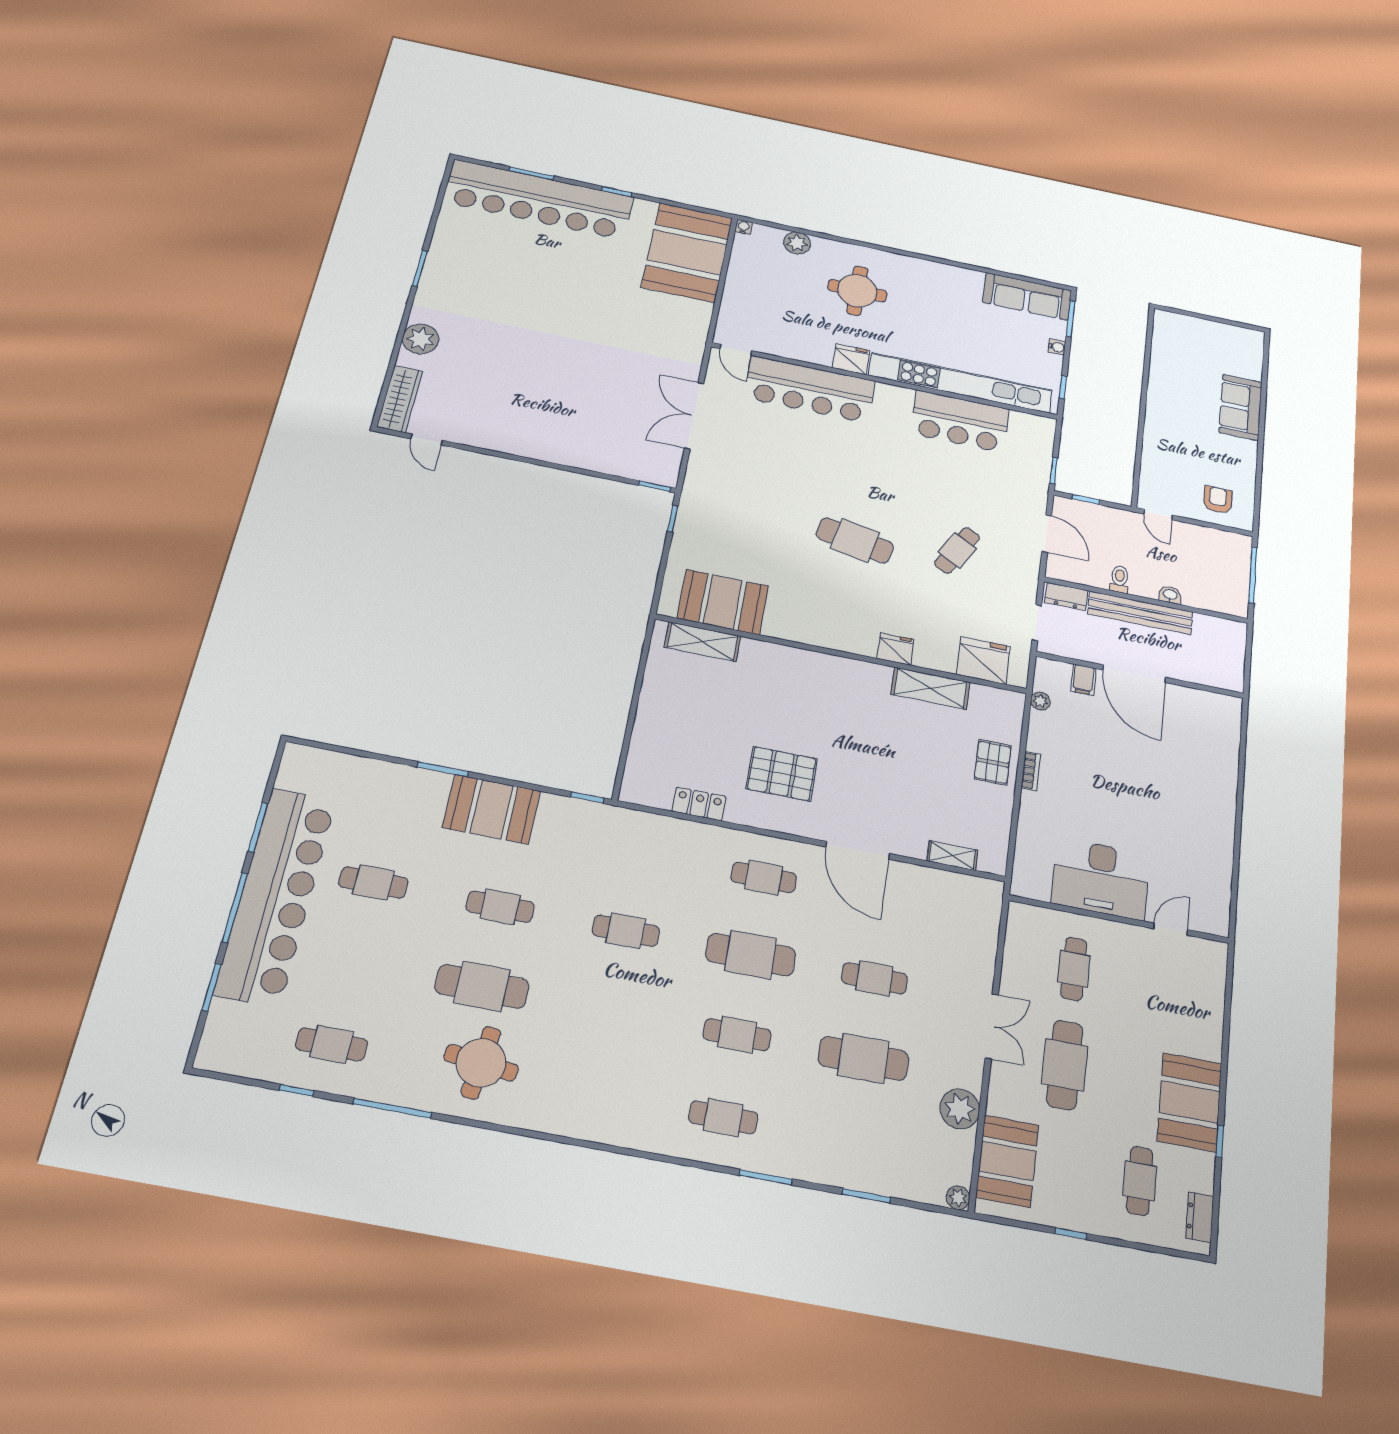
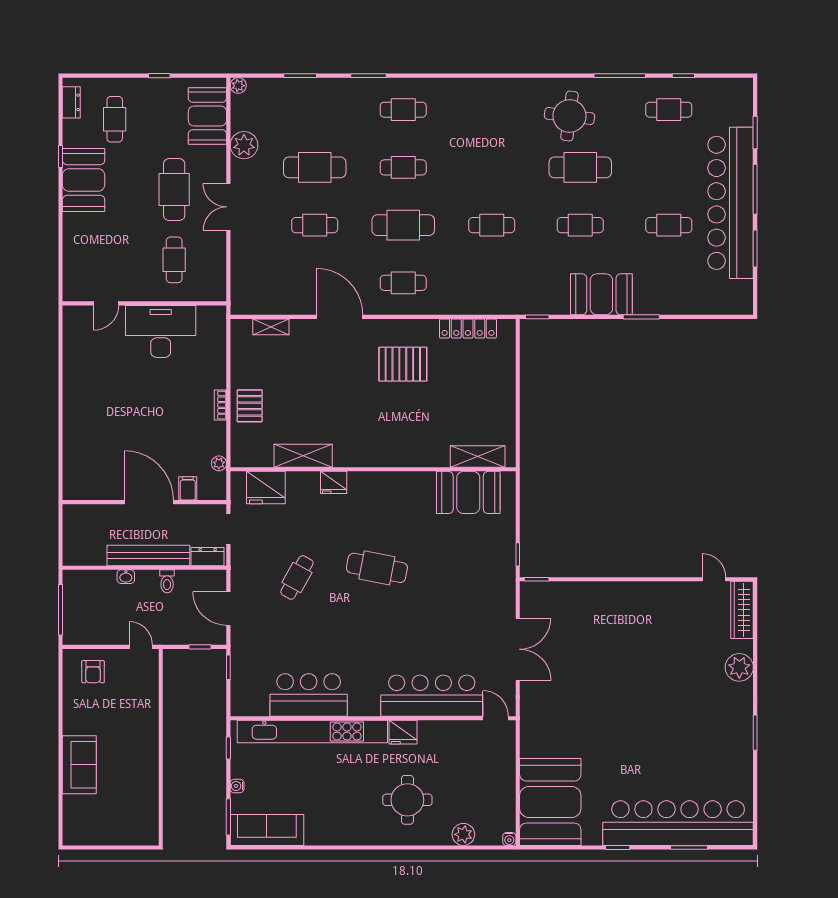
locker: (699, 804) -> (468, 328), width x1.53

